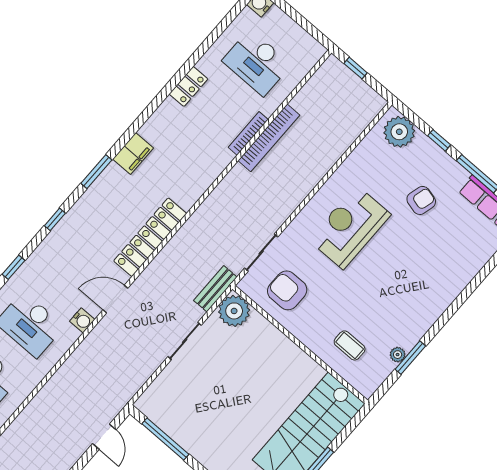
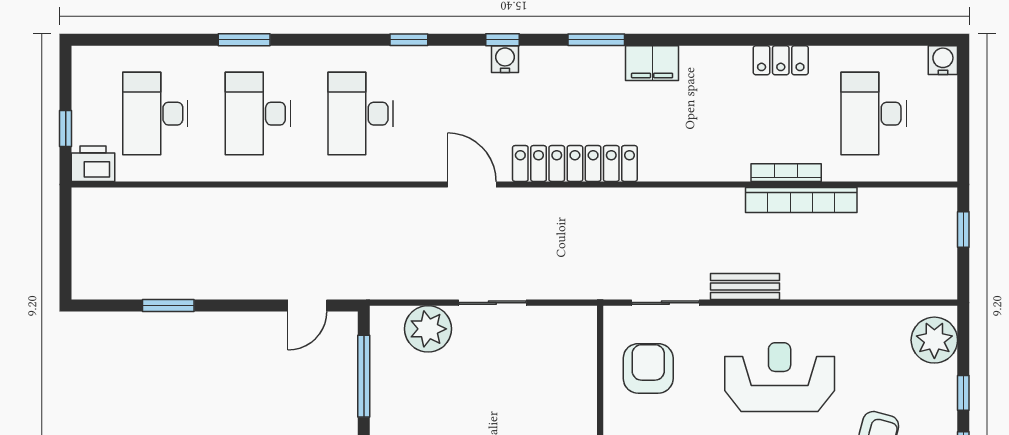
bench: (215, 289) -> (745, 287), moved
plant: (234, 311) -> (428, 329), moved
water cooler: (82, 320) -> (505, 59), moved, turned 180

